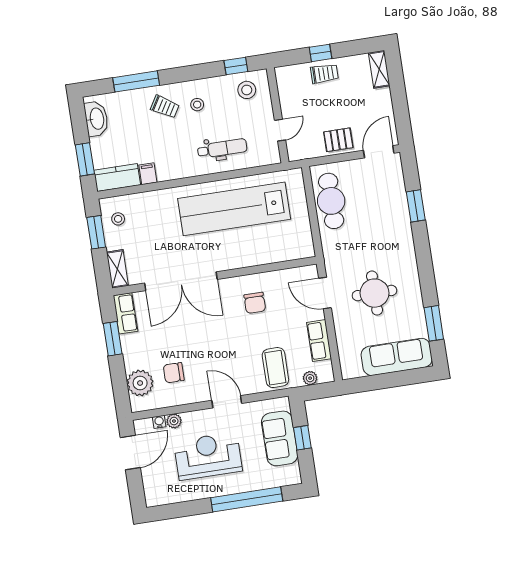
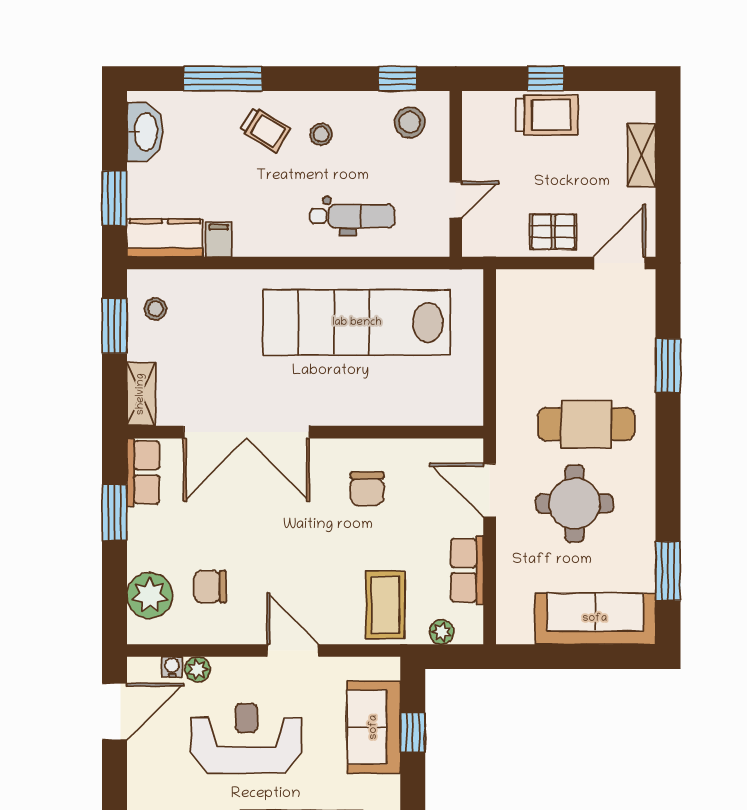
shelving: (379, 69) -> (642, 155), moved
trolley: (324, 74) -> (547, 115), width x1.36, depth x1.39
cafe table: (331, 201) -> (586, 424), moved, turned 90

